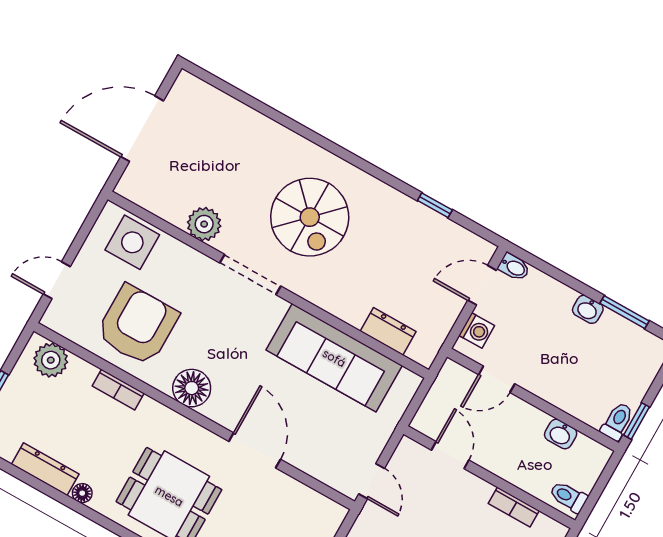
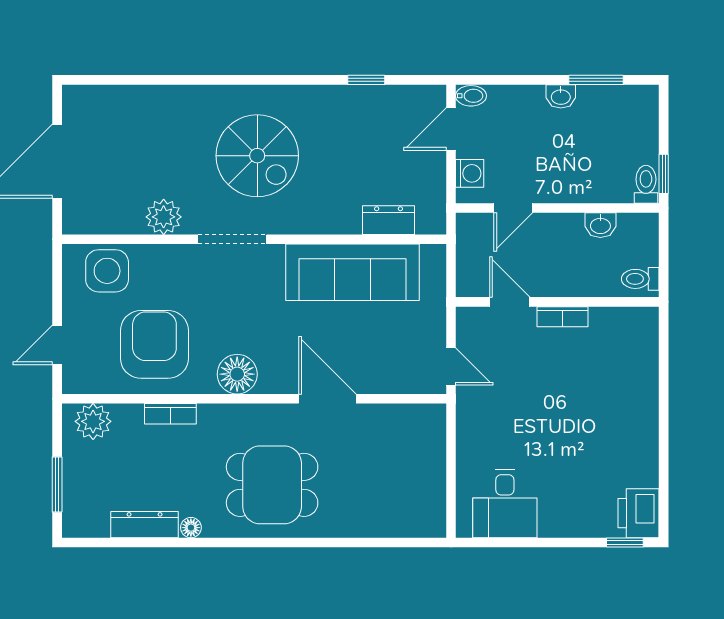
bookcase: (514, 507) -> (562, 317), moved

